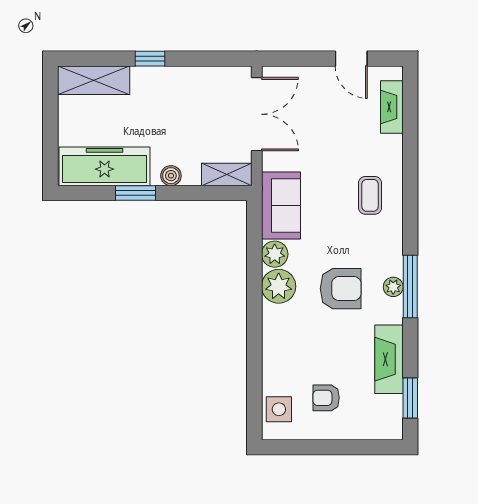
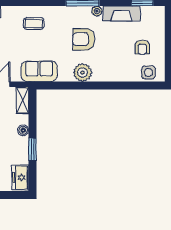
freezer: (105, 166) -> (20, 178), width x0.52, depth x0.79
plant: (275, 254) -> (65, 75), removed
plant: (393, 287) -> (97, 11), moved
armchair: (341, 289) -> (84, 39), turned -90

